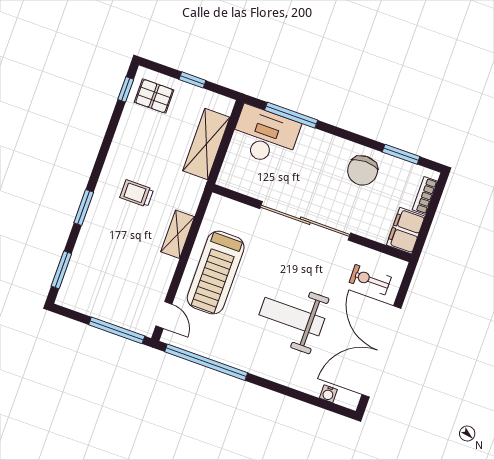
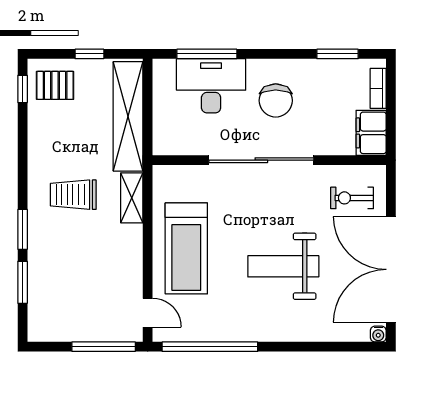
desk: (265, 136) -> (211, 86), moved
shelving: (206, 144) -> (128, 116), width x1.47
chair: (363, 171) -> (276, 101), moved
trolley: (137, 193) -> (73, 195), width x1.36, depth x1.39
shelving: (178, 234) -> (132, 198), moved
window: (61, 270) -> (23, 282), moved
water cooler: (328, 394) -> (378, 334), moved

